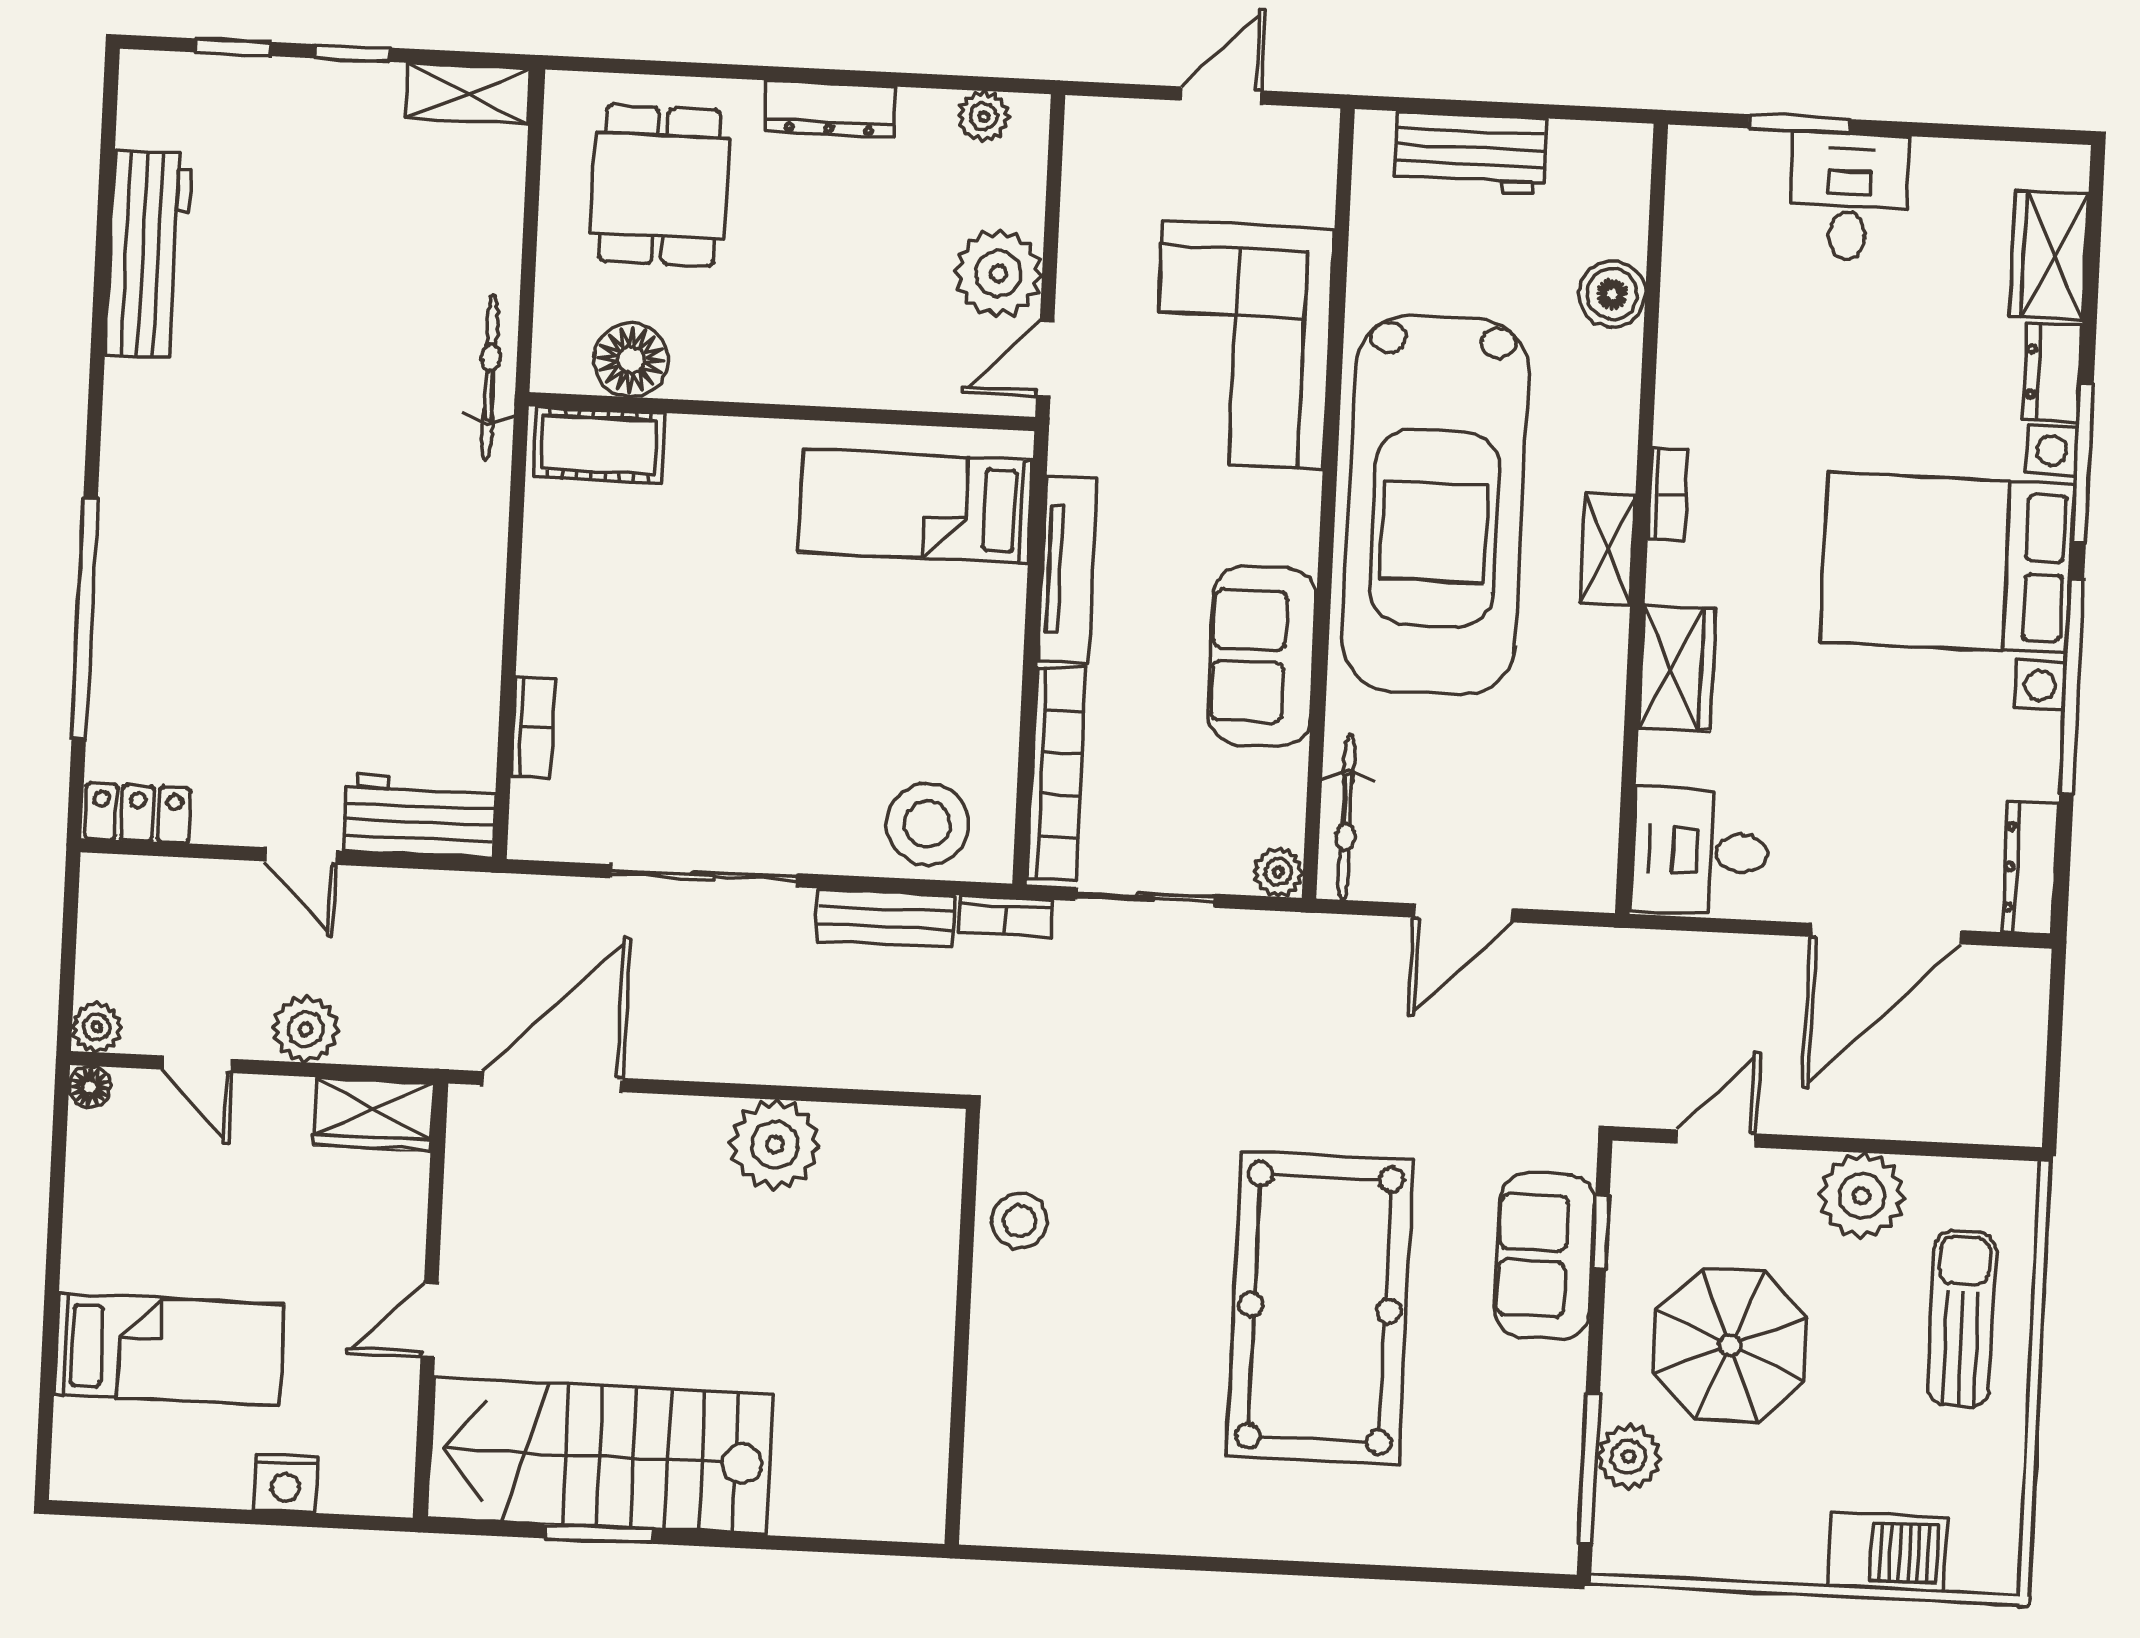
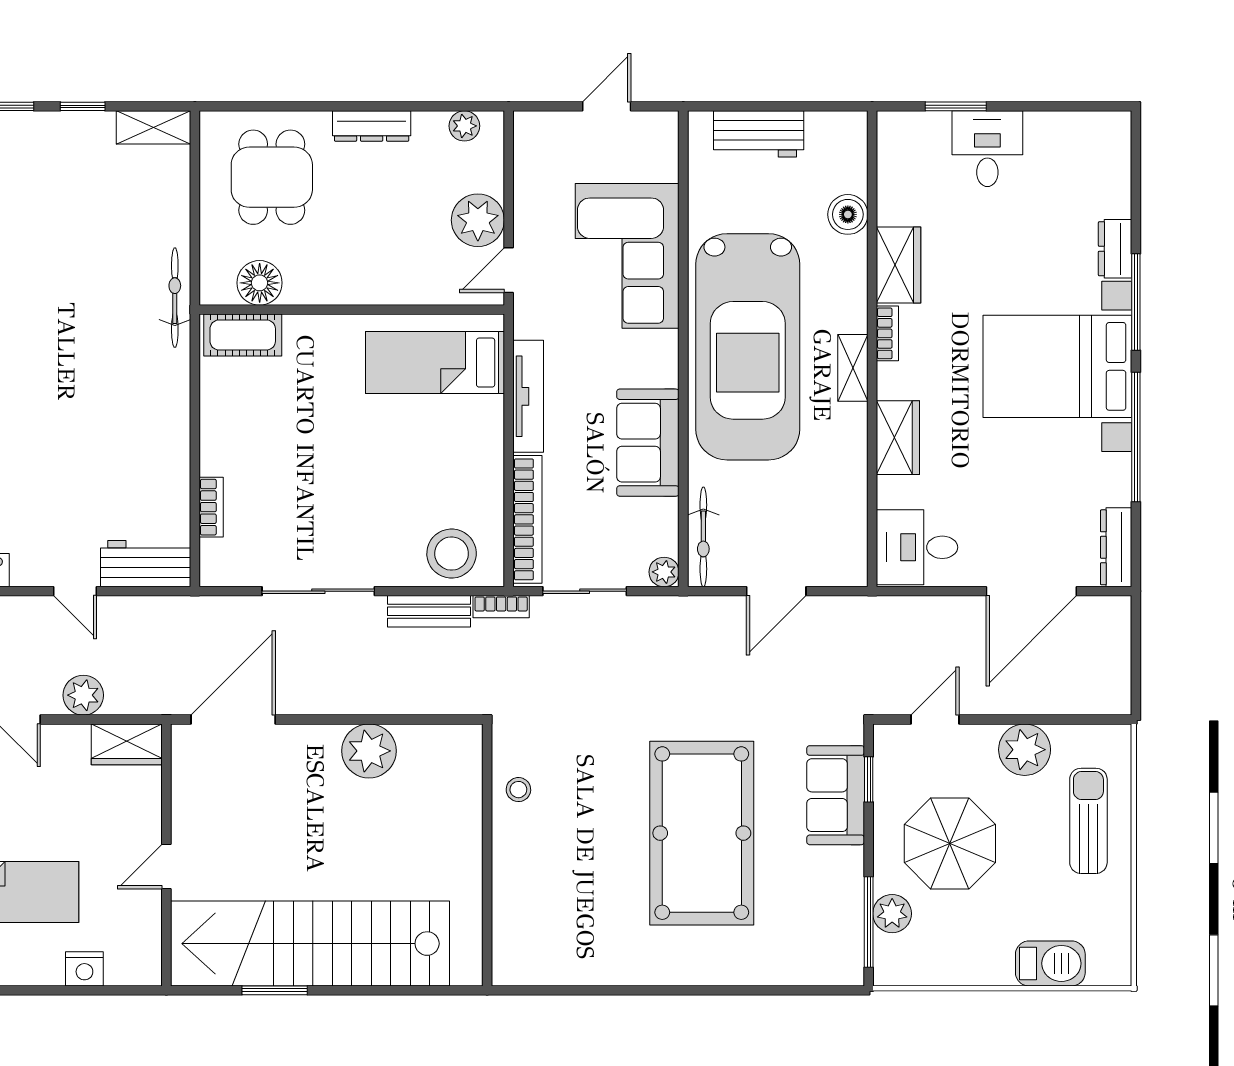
wardrobe: (2049, 255) -> (899, 265), moved, turned 180
stool: (1019, 1221) -> (518, 790), width x0.73, depth x0.73
stairs: (600, 1456) -> (310, 944), width x1.36

